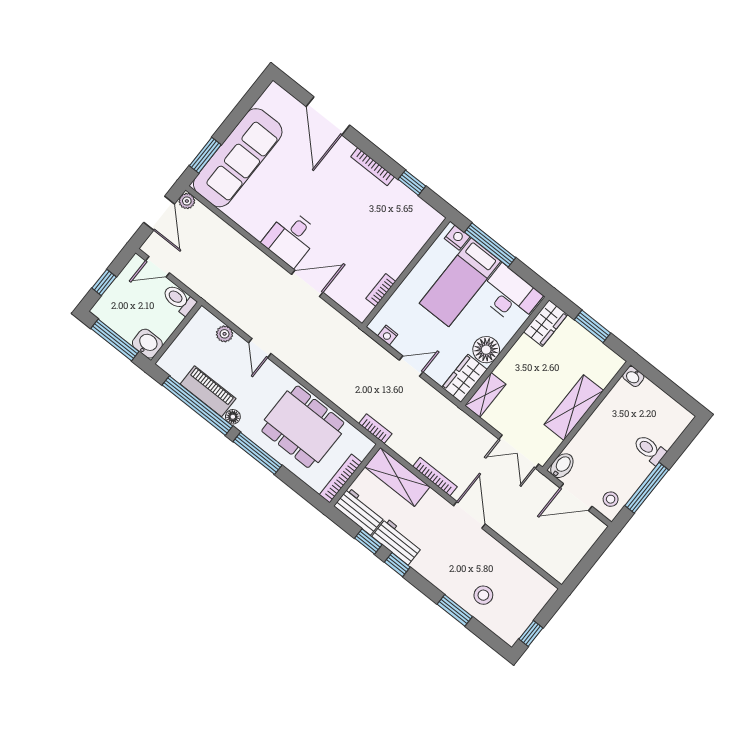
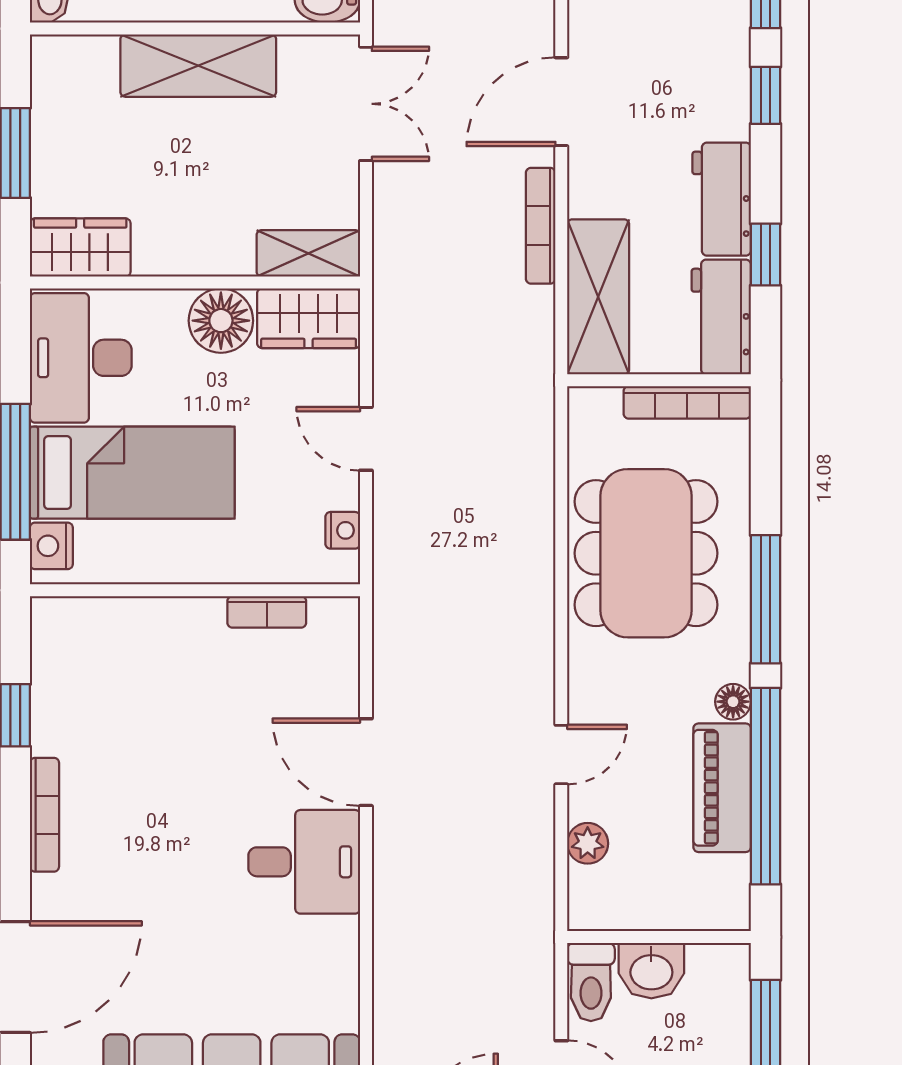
washbasin: (147, 344) -> (651, 971), moved, turned -90
bookcase: (375, 429) -> (540, 412), removed
window: (397, 565) -> (765, 95), moved

